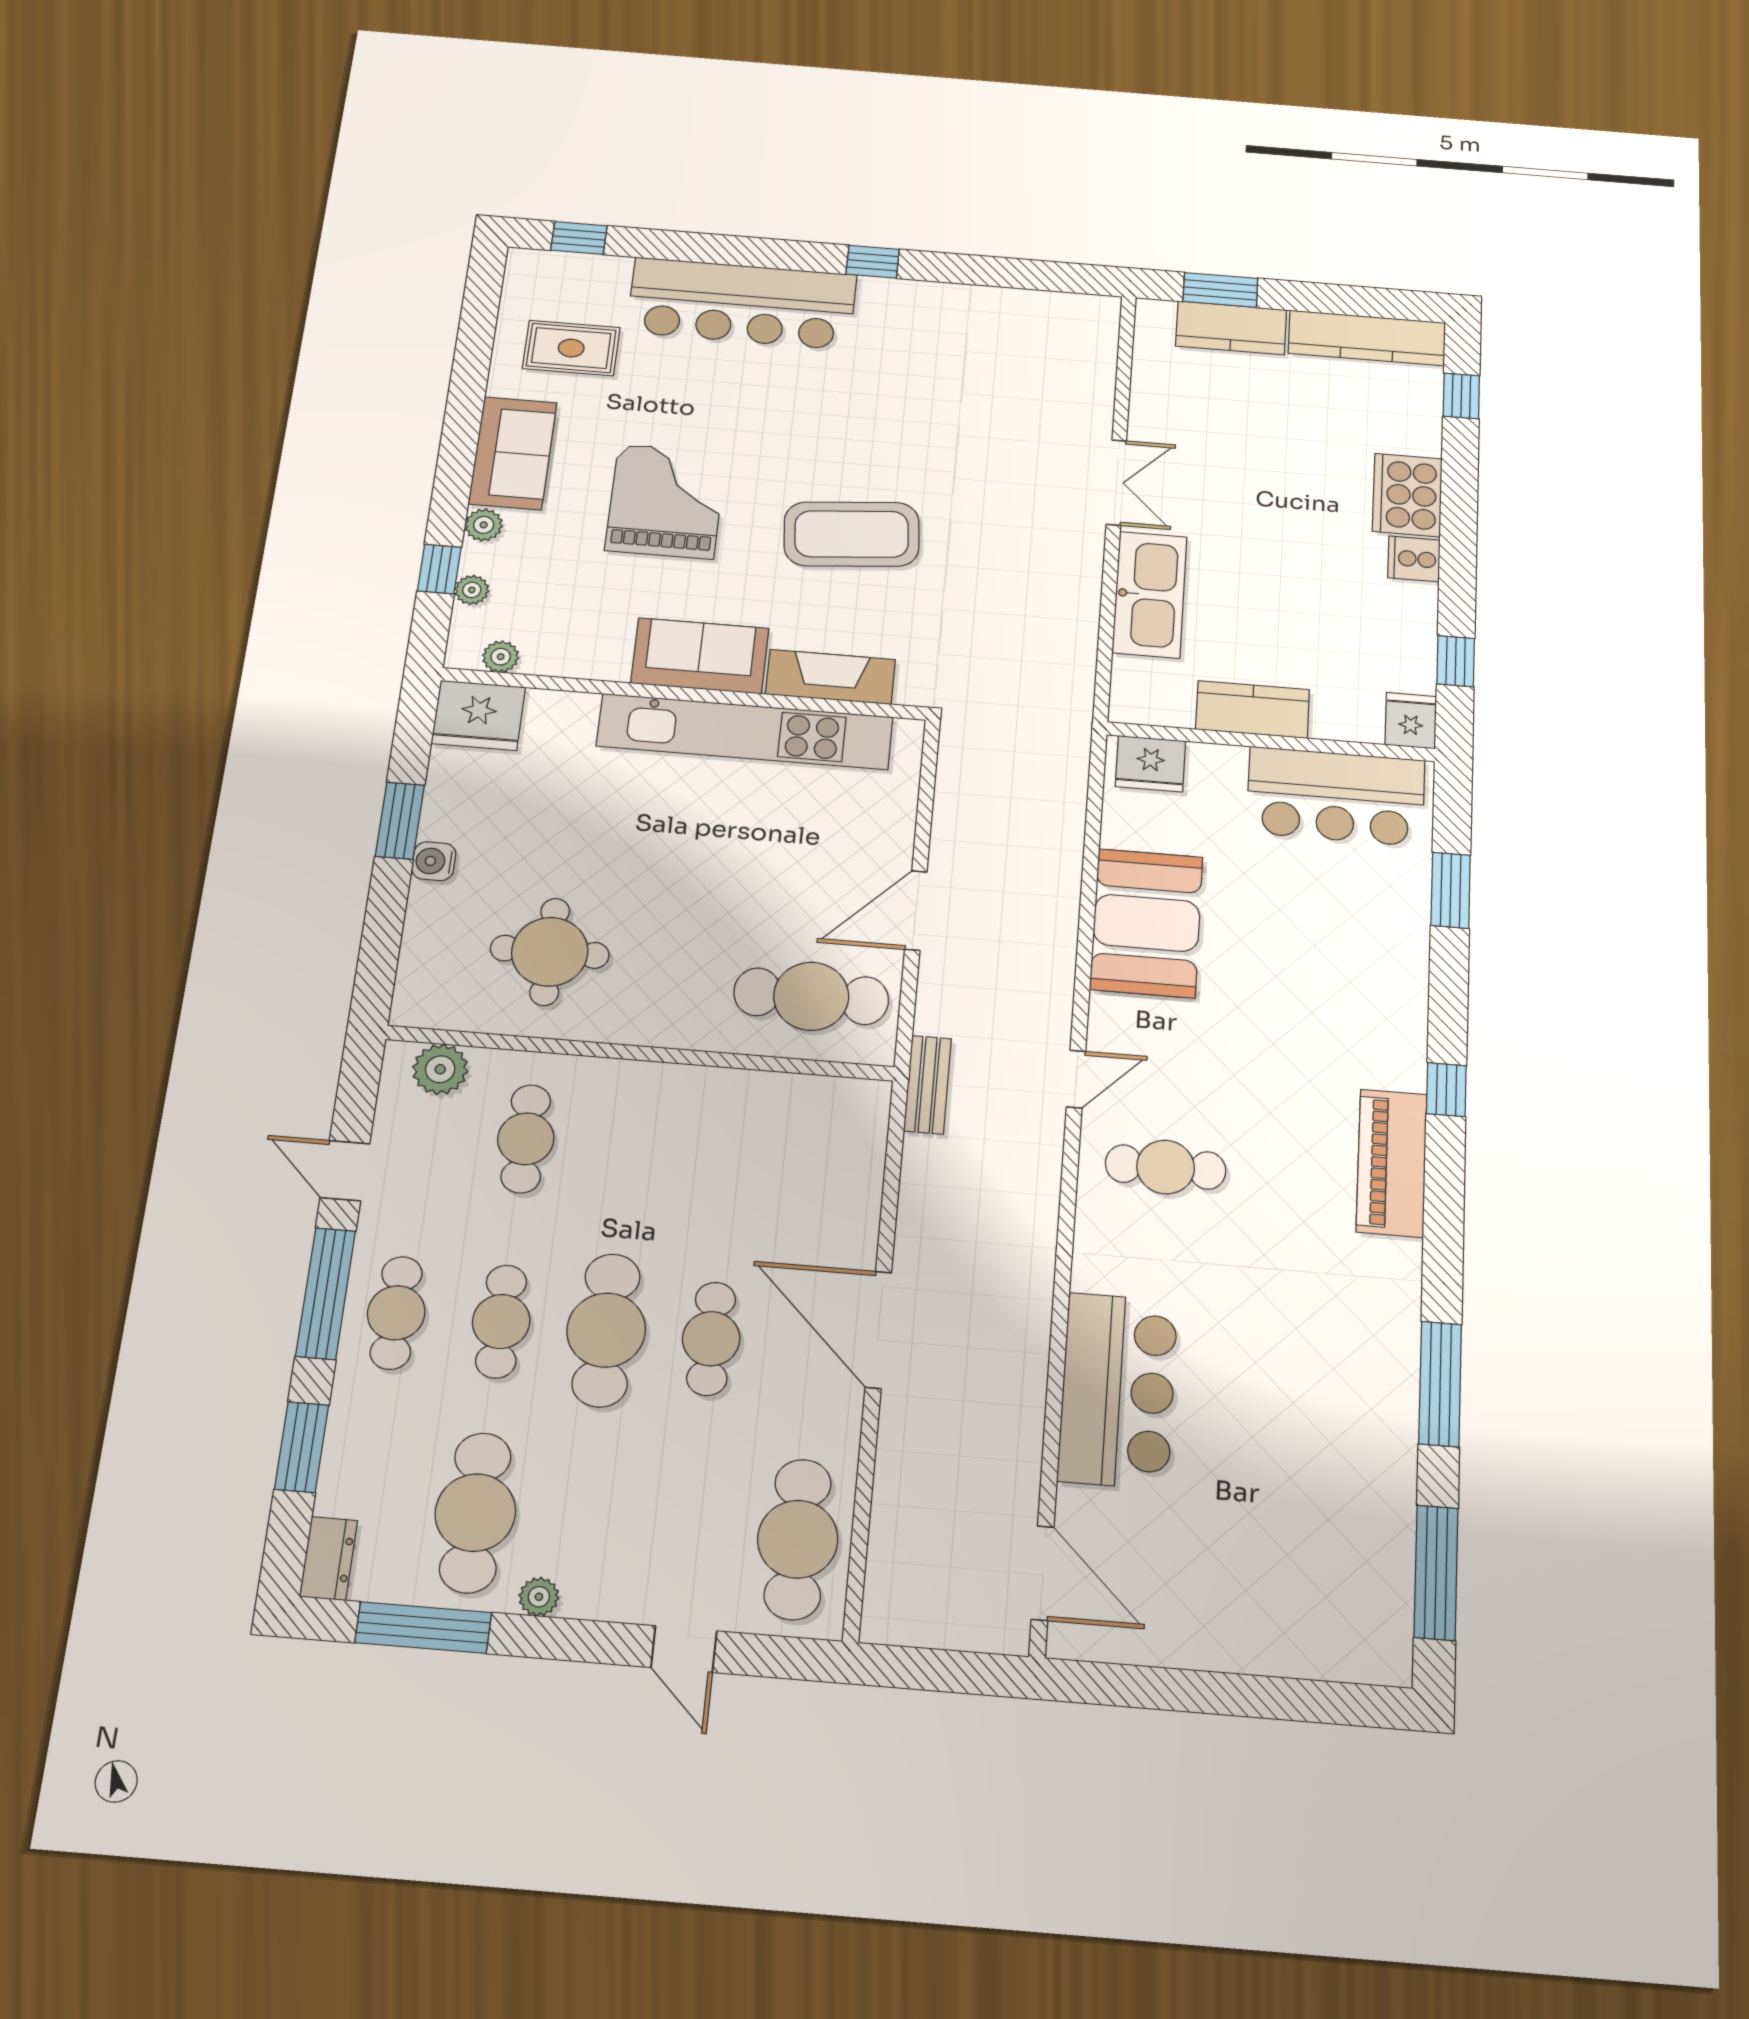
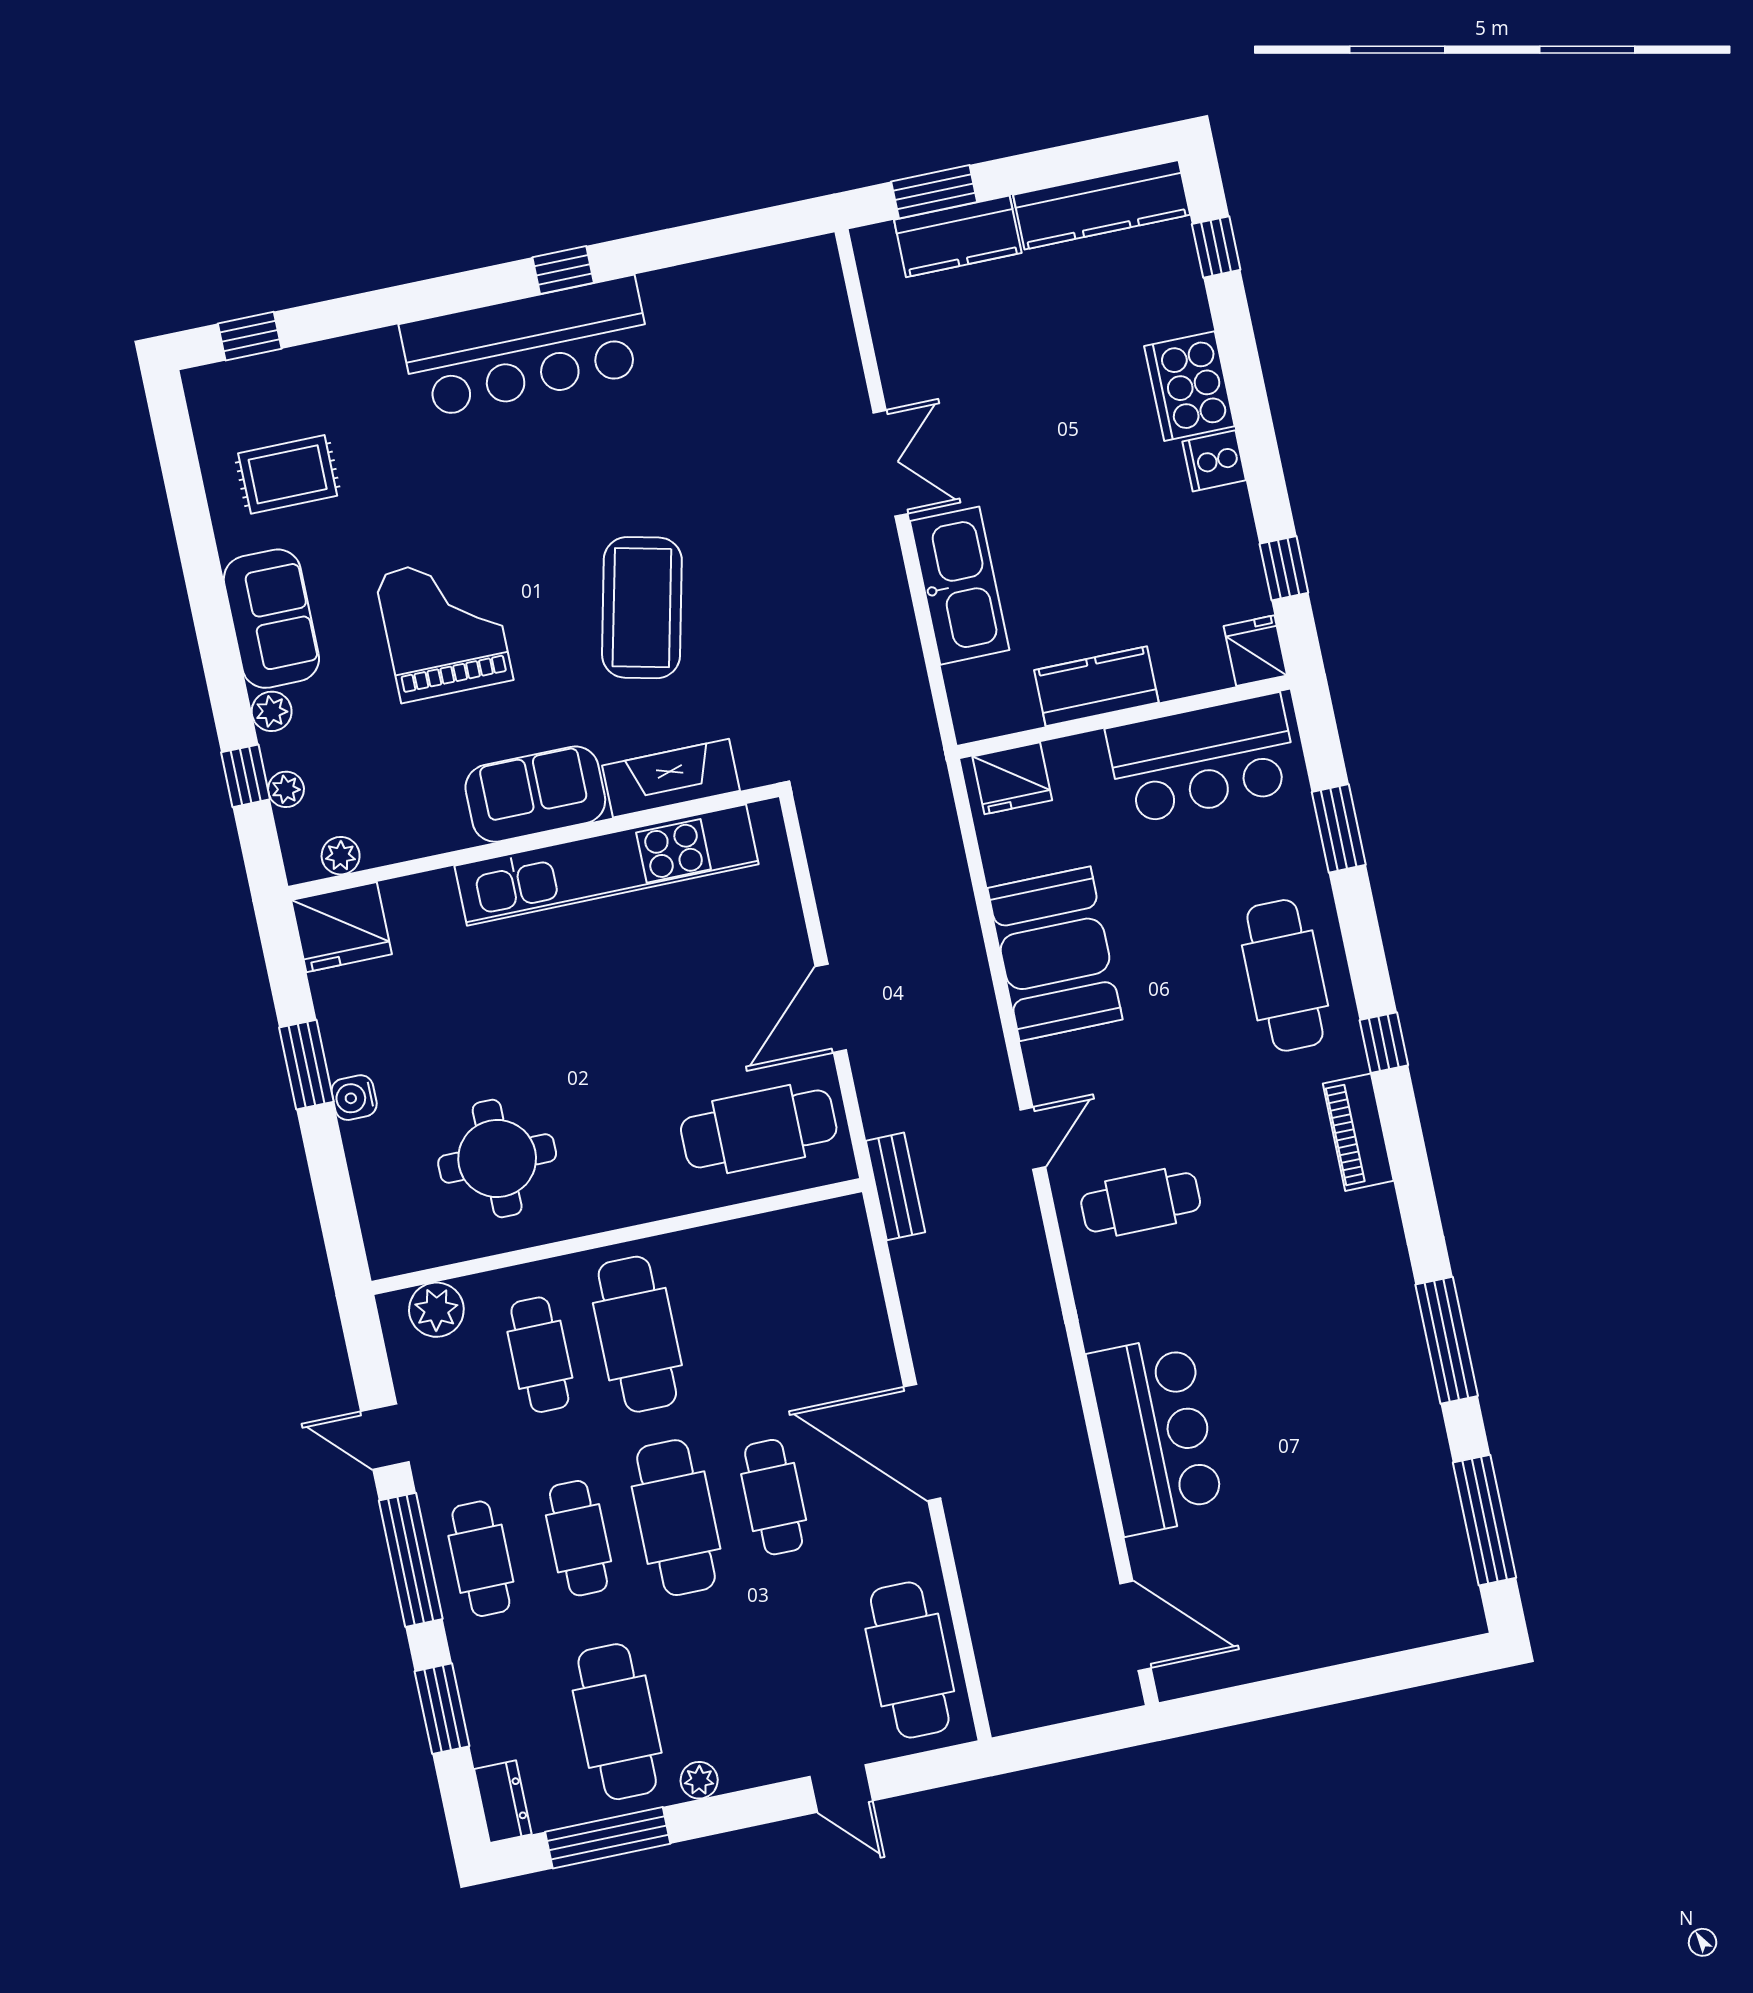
bar counter: (742, 303) -> (526, 347), moved
coffee table: (852, 534) -> (642, 608), turned -72
cafe table: (1365, 1003) -> (1285, 975), added
cafe table: (628, 1147) -> (637, 1334), added
piano: (1392, 1163) -> (1358, 1132), width x0.73, depth x0.75

